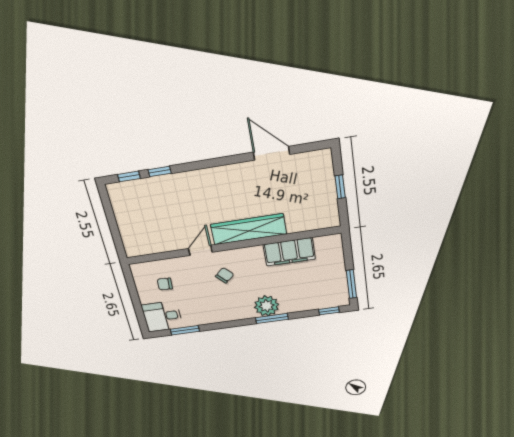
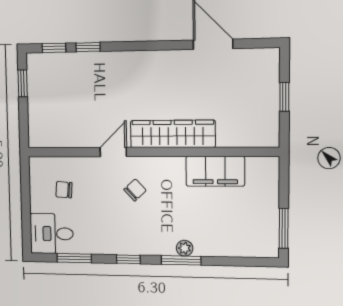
window: (108, 209) -> (23, 83), added
plant: (267, 306) -> (185, 248), width x0.53, depth x0.53
window: (329, 311) -> (128, 259), moved

